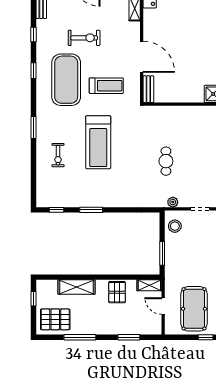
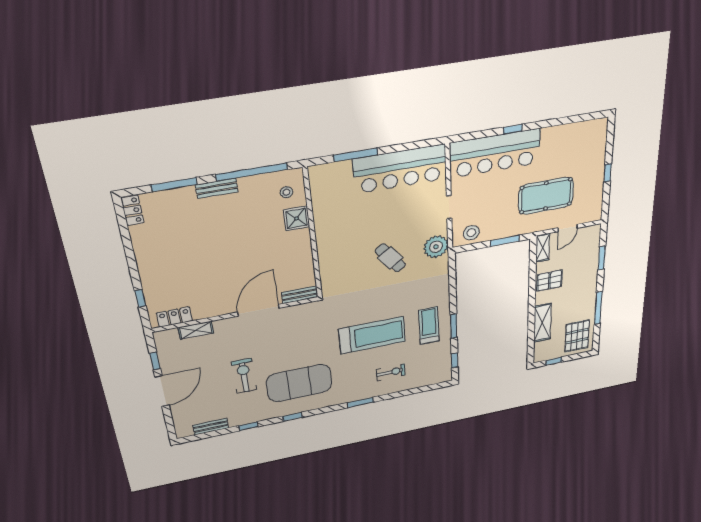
treadmill: (106, 86) -> (429, 326), moved
cafe table: (166, 161) -> (390, 258), turned 54
plant: (173, 202) -> (436, 247), width x1.87, depth x1.87
pool table: (194, 309) -> (546, 196), moved

